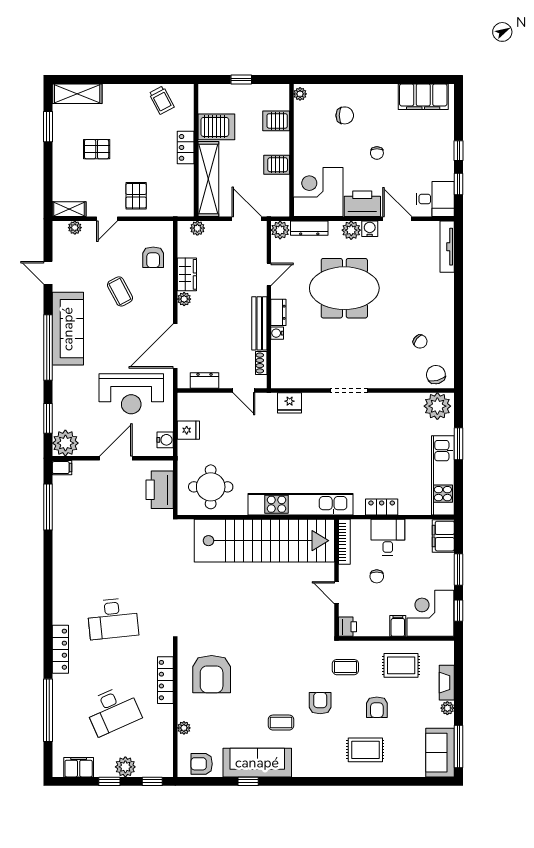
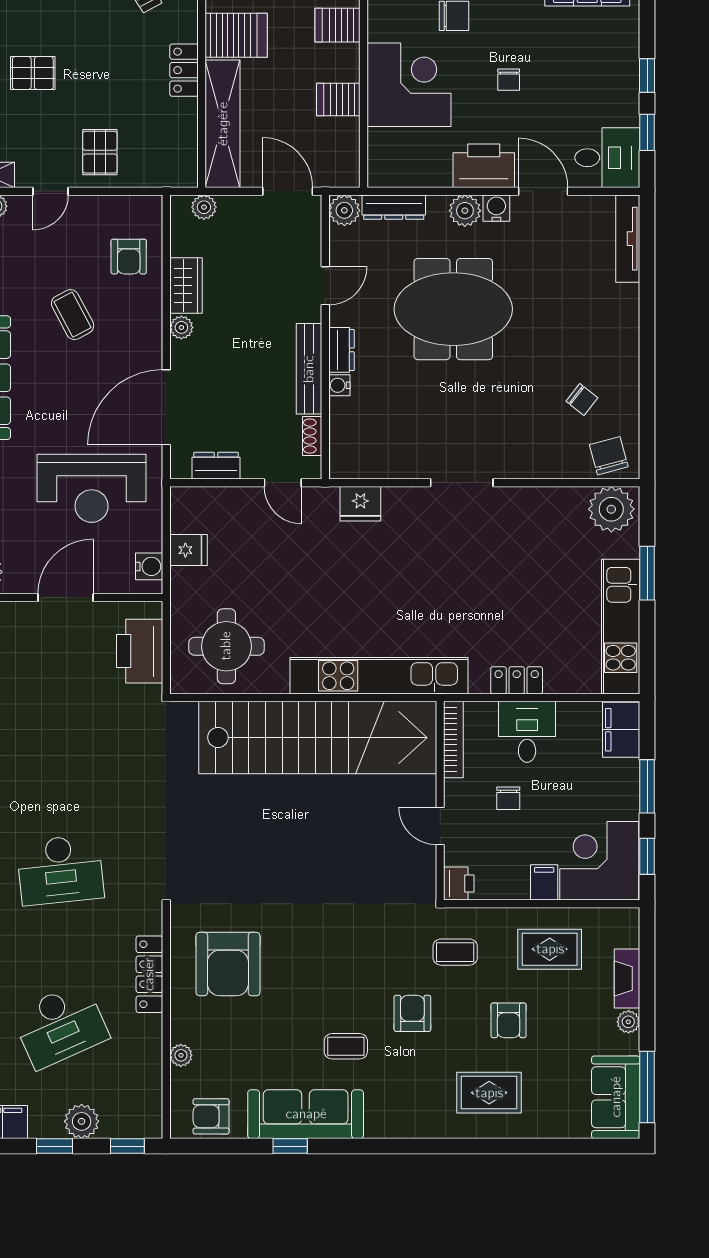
corner desk: (318, 192) -> (409, 85), moved, turned 90

